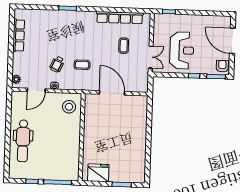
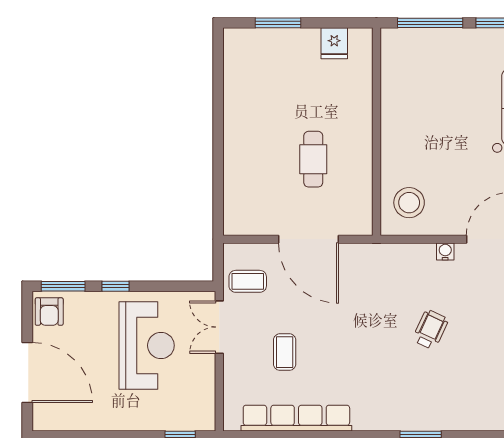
reception desk: (182, 50) -> (147, 345), turned 180
wheelchair: (57, 64) -> (430, 330), moved
coffee table: (82, 65) -> (248, 281), moved
cafe table: (109, 126) -> (313, 159), added
fridge: (98, 173) -> (334, 43), width x0.53, depth x0.75

